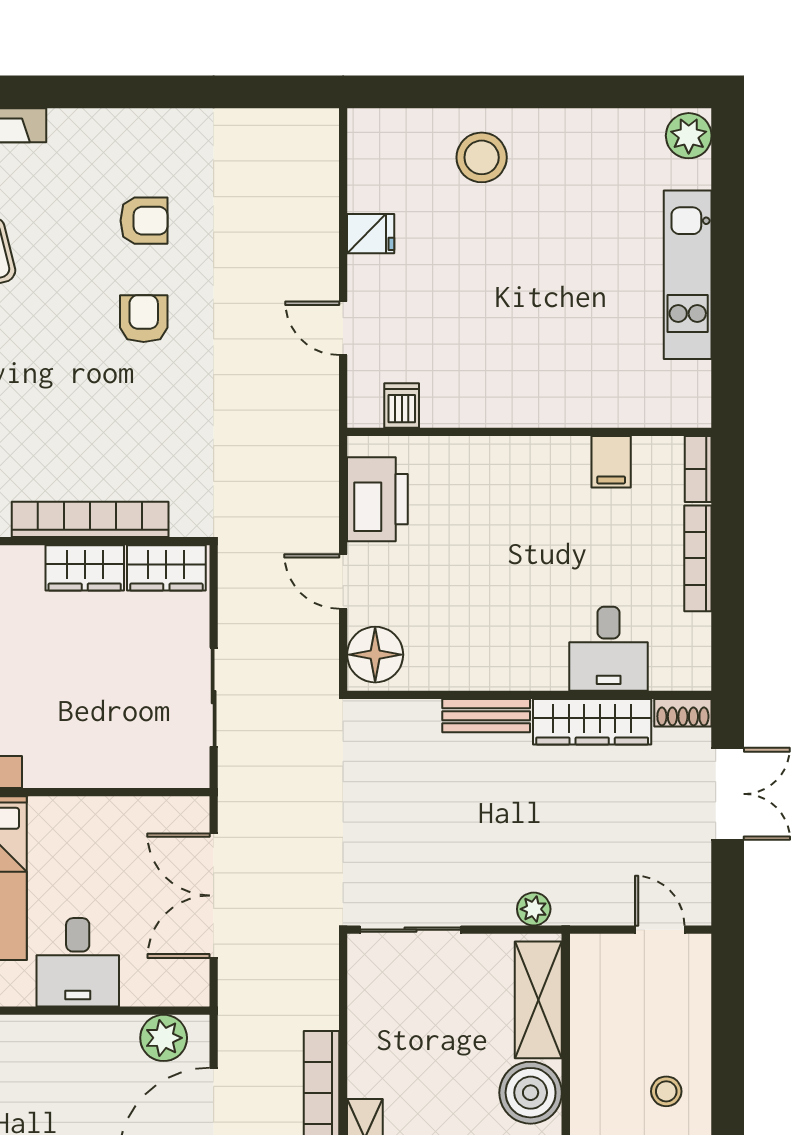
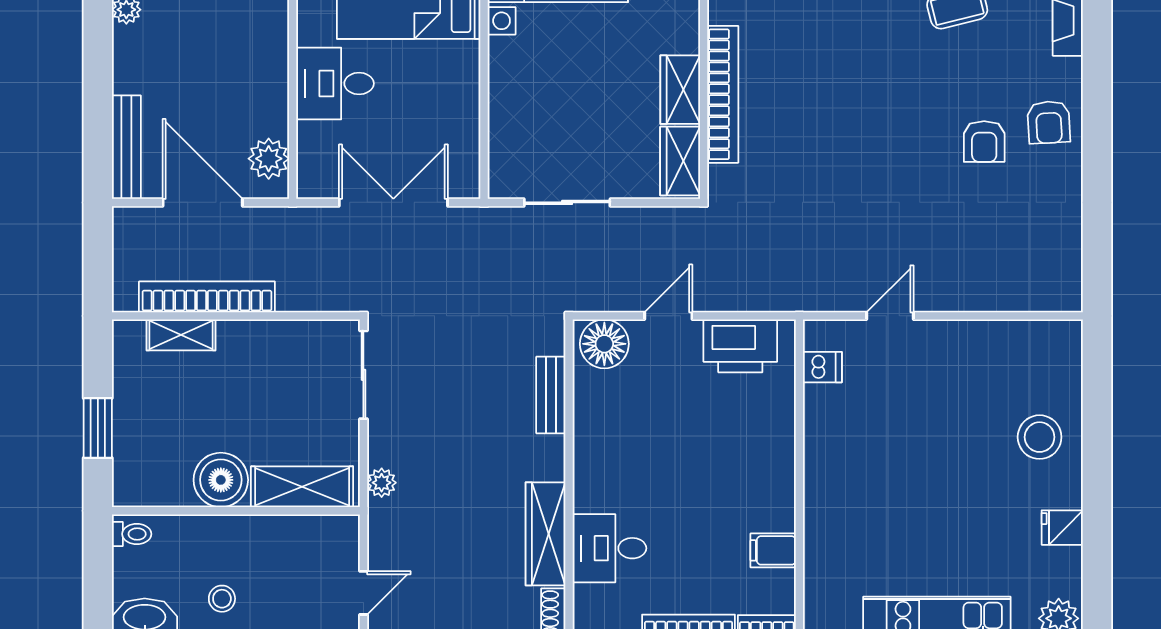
fridge: (371, 234) -> (1062, 528), moved, turned 90
armchair: (144, 319) -> (1049, 122), moved, turned 87
bench: (486, 716) -> (551, 395), moved

